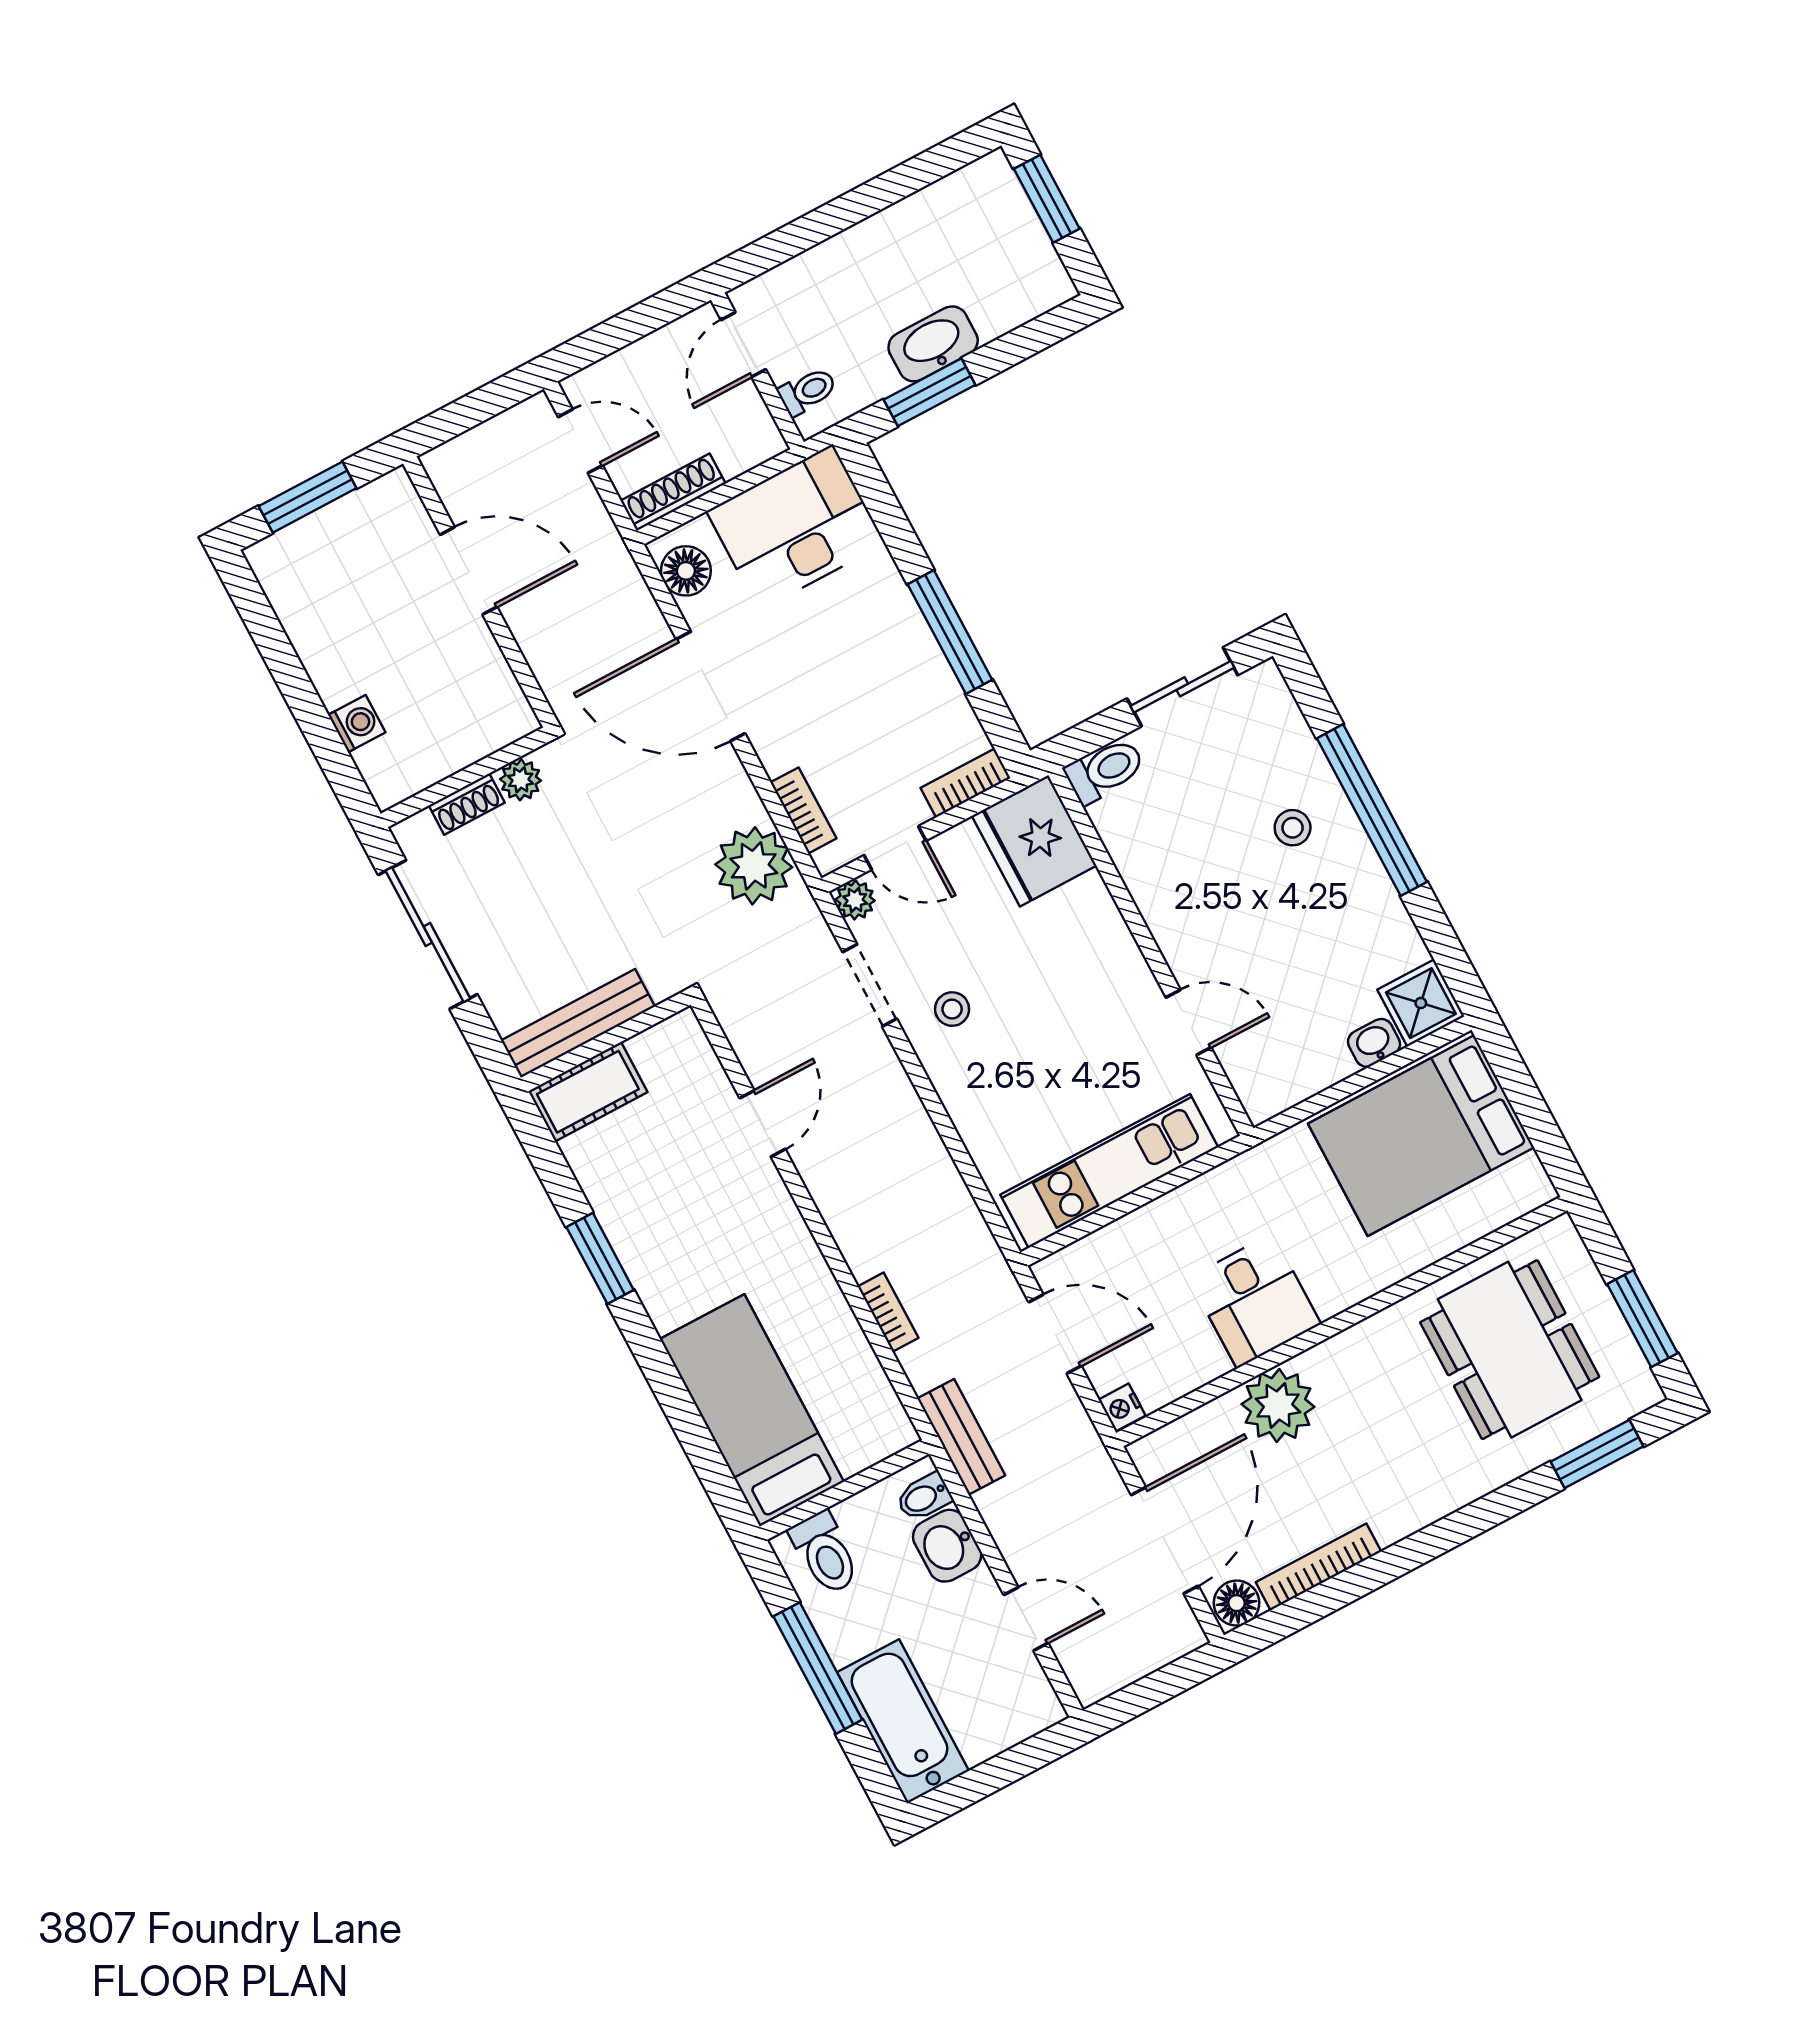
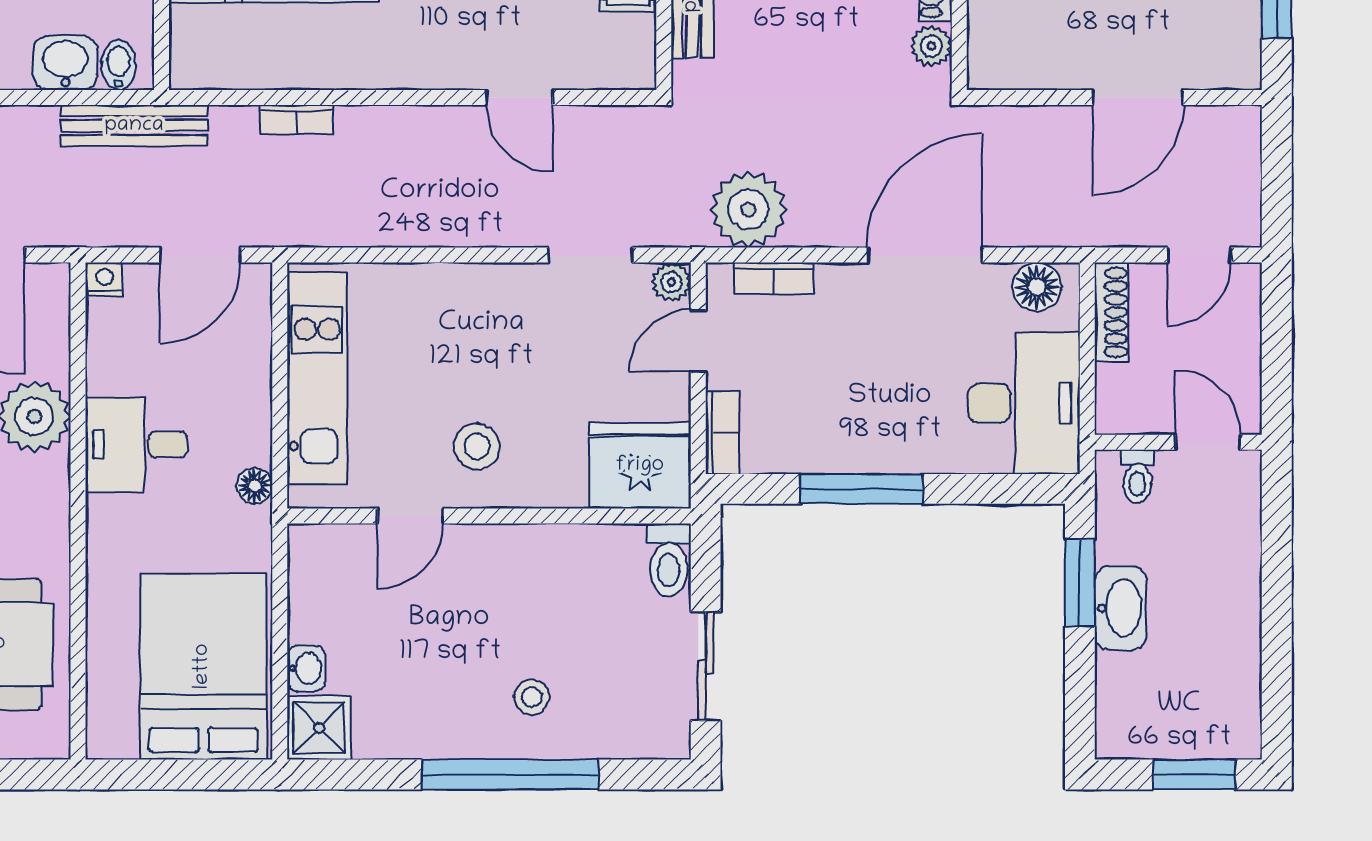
stool: (952, 1009) -> (477, 447), moved, width x1.37, depth x1.37
floor lamp: (1235, 1176) -> (255, 486), added
bench: (961, 1437) -> (134, 126), width x1.36

